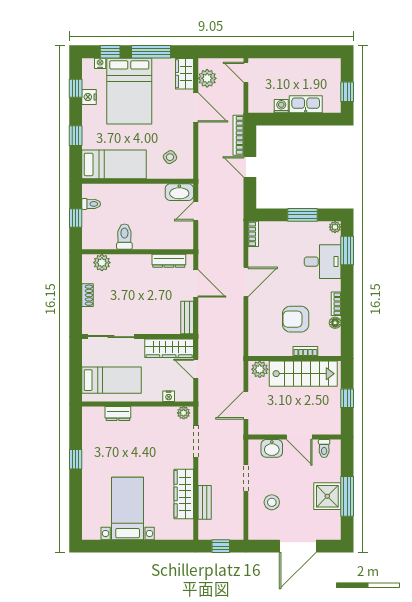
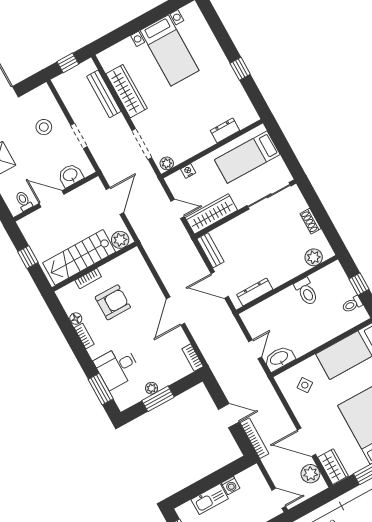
plant: (335, 227) -> (152, 388), moved
bench: (205, 502) -> (104, 94), width x1.36

